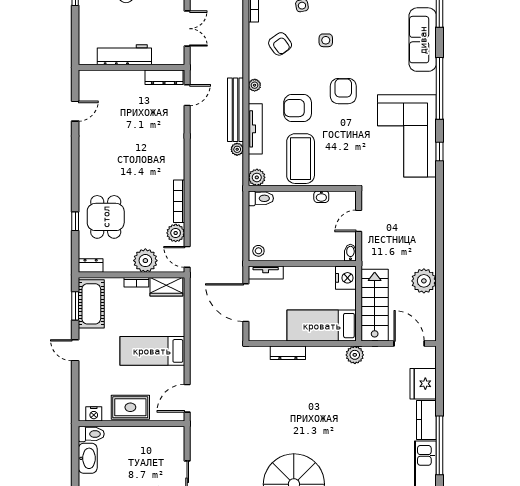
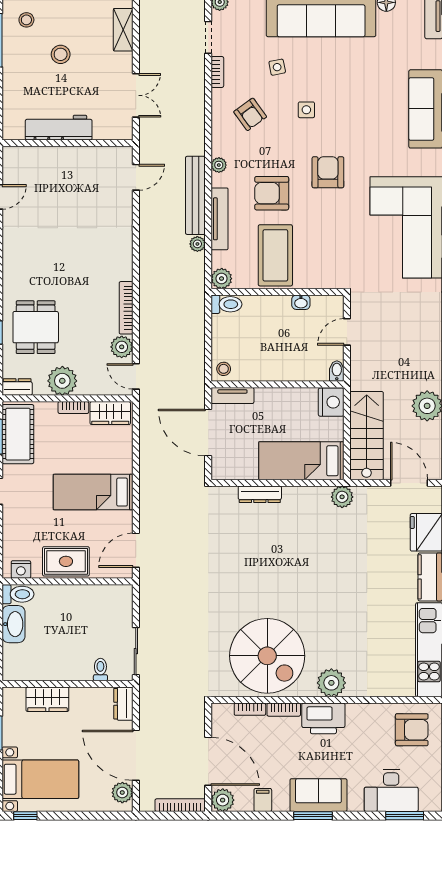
dresser: (164, 77) -> (107, 155), removed
plant: (145, 261) -> (62, 381), moved

